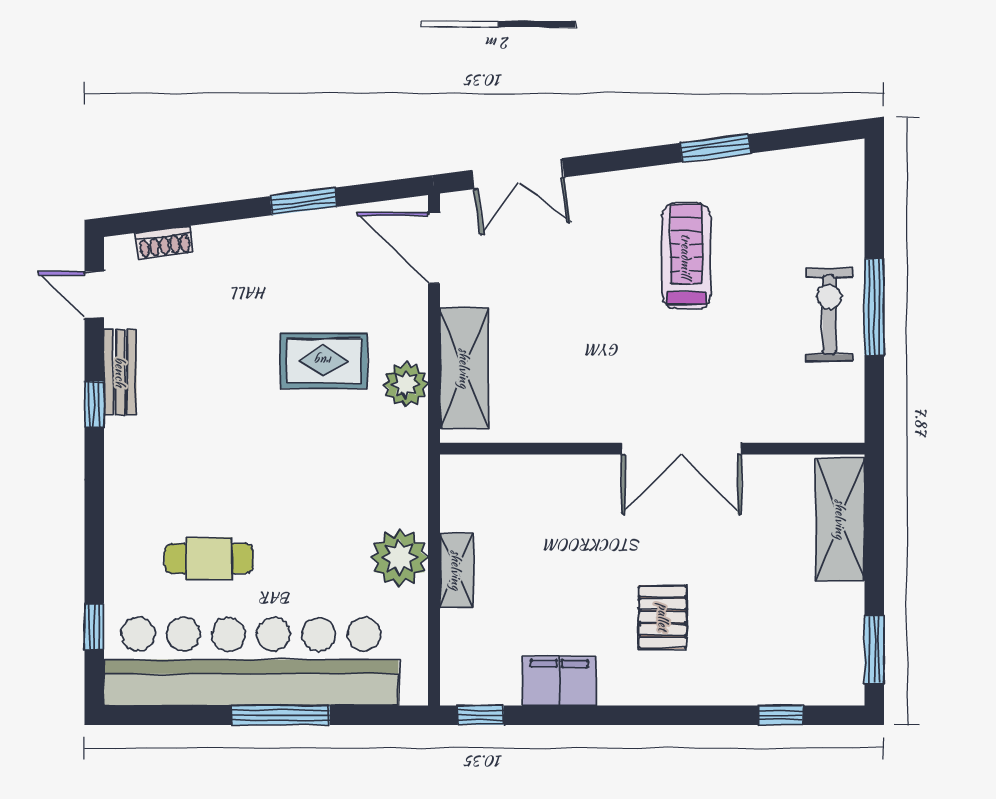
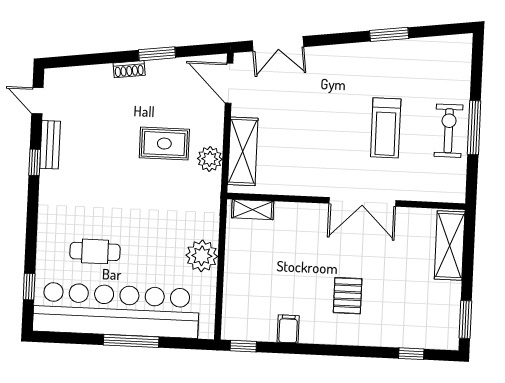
shoe rack: (164, 243) -> (129, 69), moved
treadmill: (686, 256) -> (386, 128), moved, turned 180
shelving: (456, 570) -> (253, 210), moved, turned 90
filing cabinet: (559, 681) -> (288, 329), width x0.50

